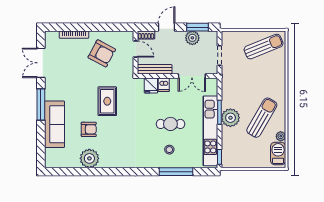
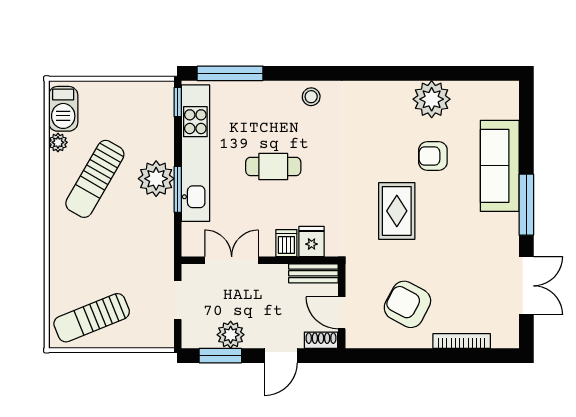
bench: (155, 69) -> (313, 273), width x0.73
stool: (169, 150) -> (311, 97), moved
window: (176, 172) -> (230, 73), moved

